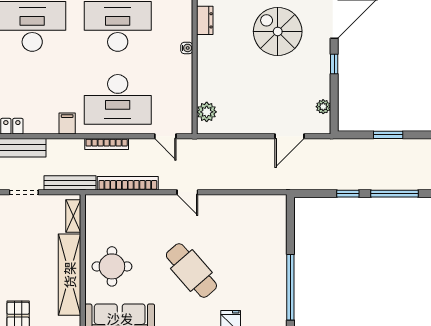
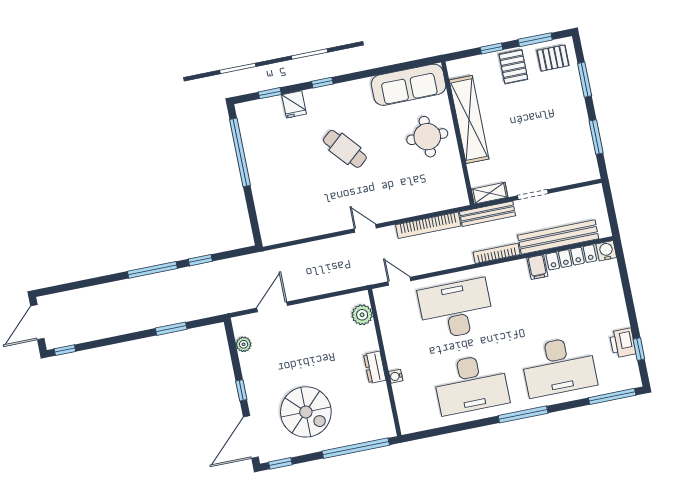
dresser: (205, 20) -> (375, 367), moved
filing cabinet: (67, 124) -> (537, 267), moved
bookcase: (107, 144) -> (497, 253), moved
shelving: (73, 216) -> (490, 193), moved, turned 90
cafe table: (191, 271) -> (345, 149), width x0.73, depth x0.74

